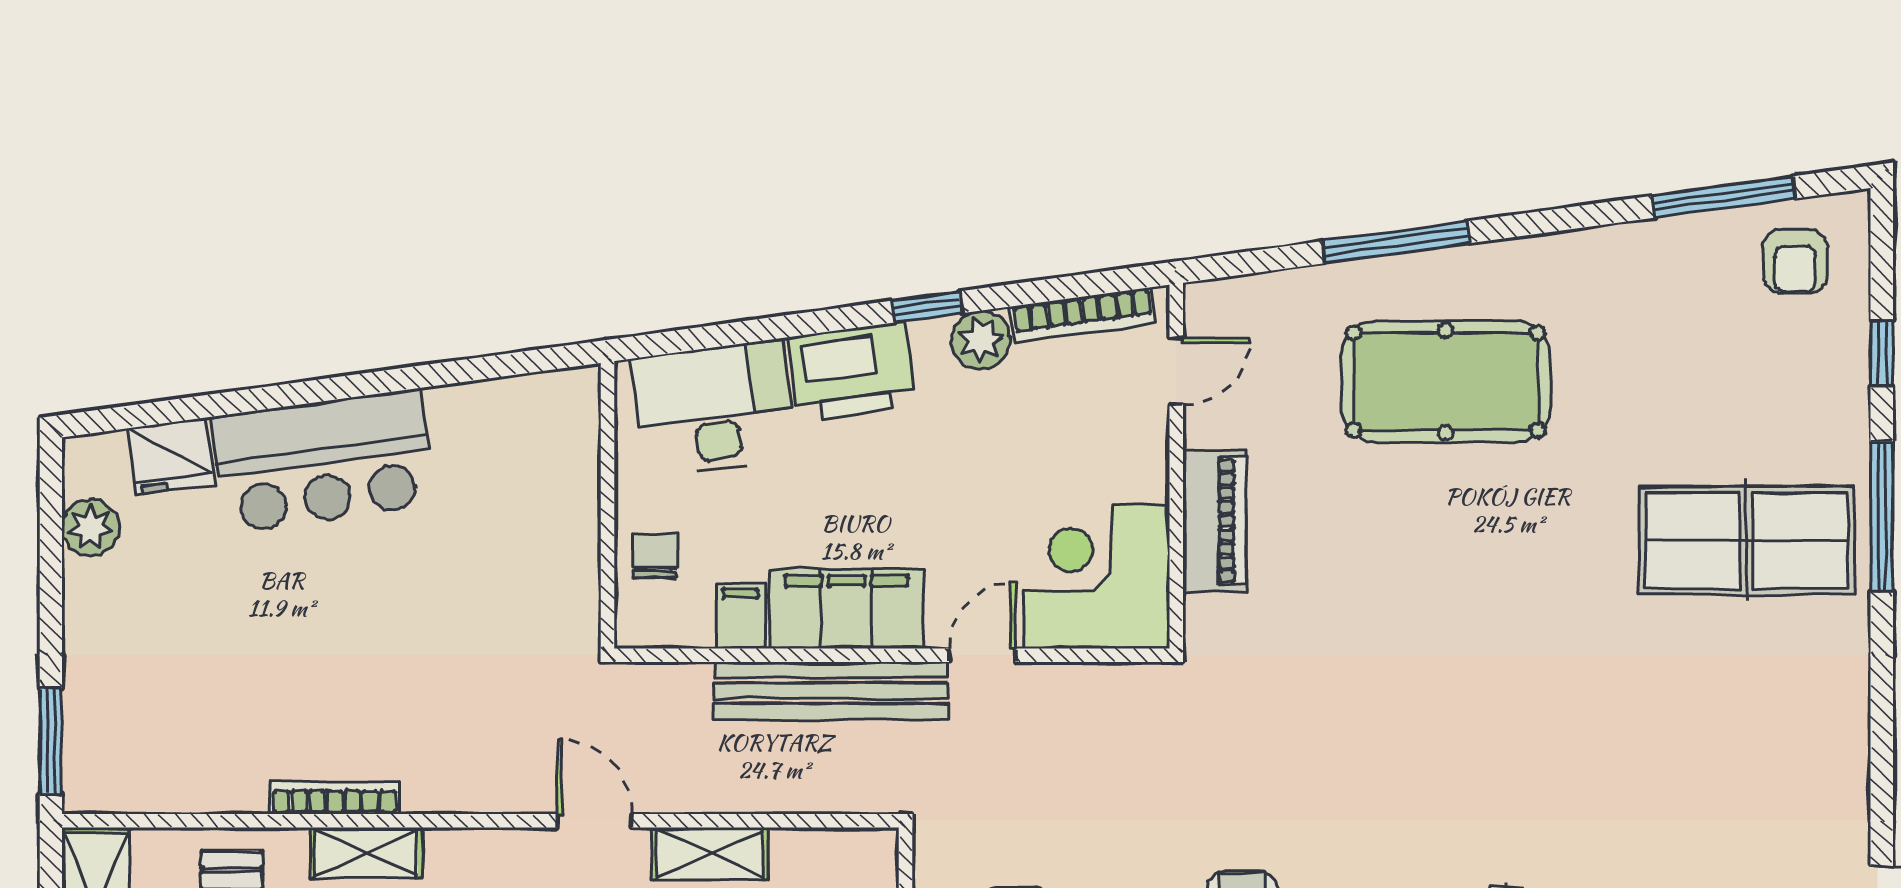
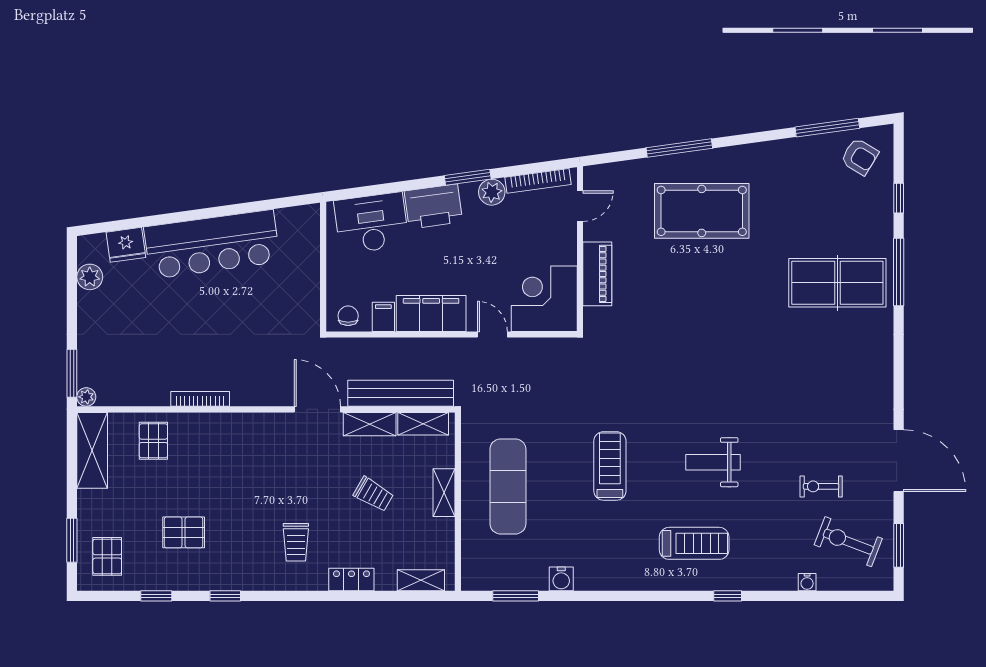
armchair: (1795, 261) -> (860, 157), turned -59
window: (927, 307) -> (468, 177), width x1.50
bar counter: (323, 461) -> (212, 244), width x1.36
chair: (655, 556) -> (348, 316), moved
door: (982, 655) -> (492, 334), hinge flipped
bench: (831, 691) -> (401, 393), moved
plant: (83, 793) -> (86, 397), added
door: (595, 821) -> (317, 409), width x1.38
shelving: (366, 853) -> (423, 424), moved

